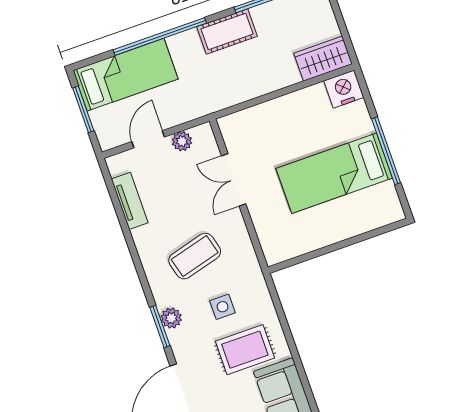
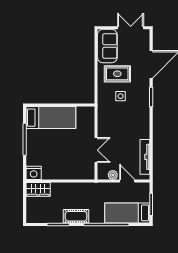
door: (148, 139) -> (127, 181), swing flipped
bed: (334, 173) -> (51, 118), moved
tv unit: (130, 201) -> (145, 157), width x1.41
coffee table: (195, 256) -> (125, 123), removed
plant: (171, 318) -> (145, 99), removed

